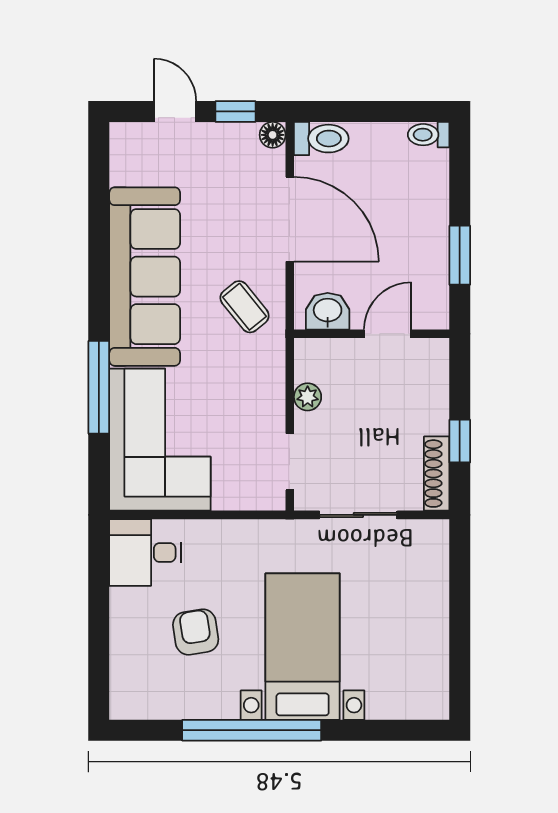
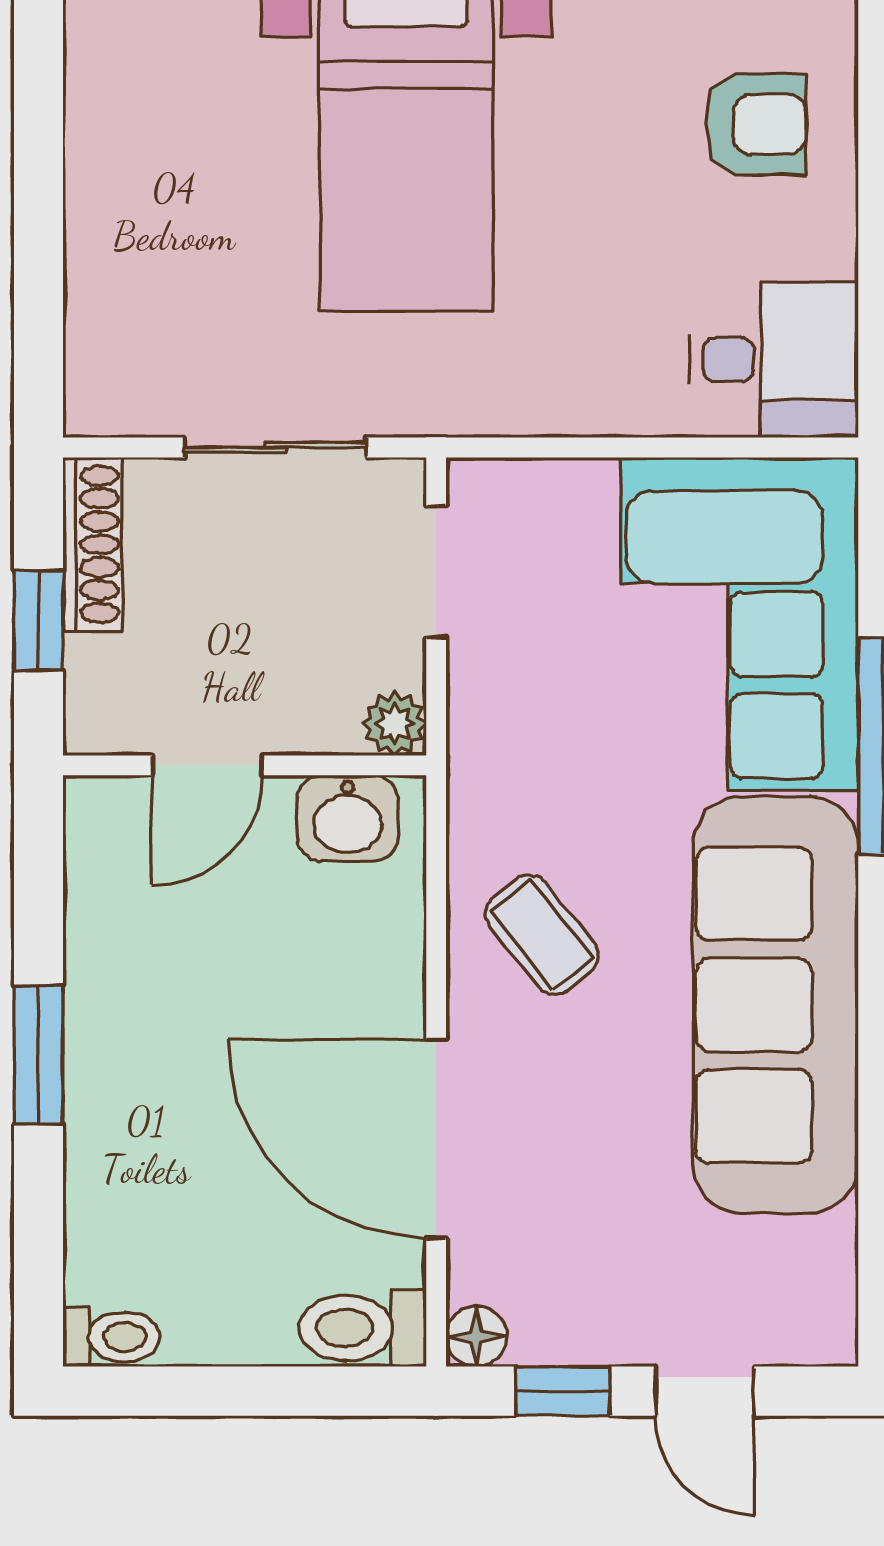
washbasin: (328, 311) -> (348, 818), moved
wall: (372, 334) -> (245, 765), moved
door: (388, 334) -> (207, 765), moved
armchair: (196, 632) -> (756, 124), moved, turned -81

